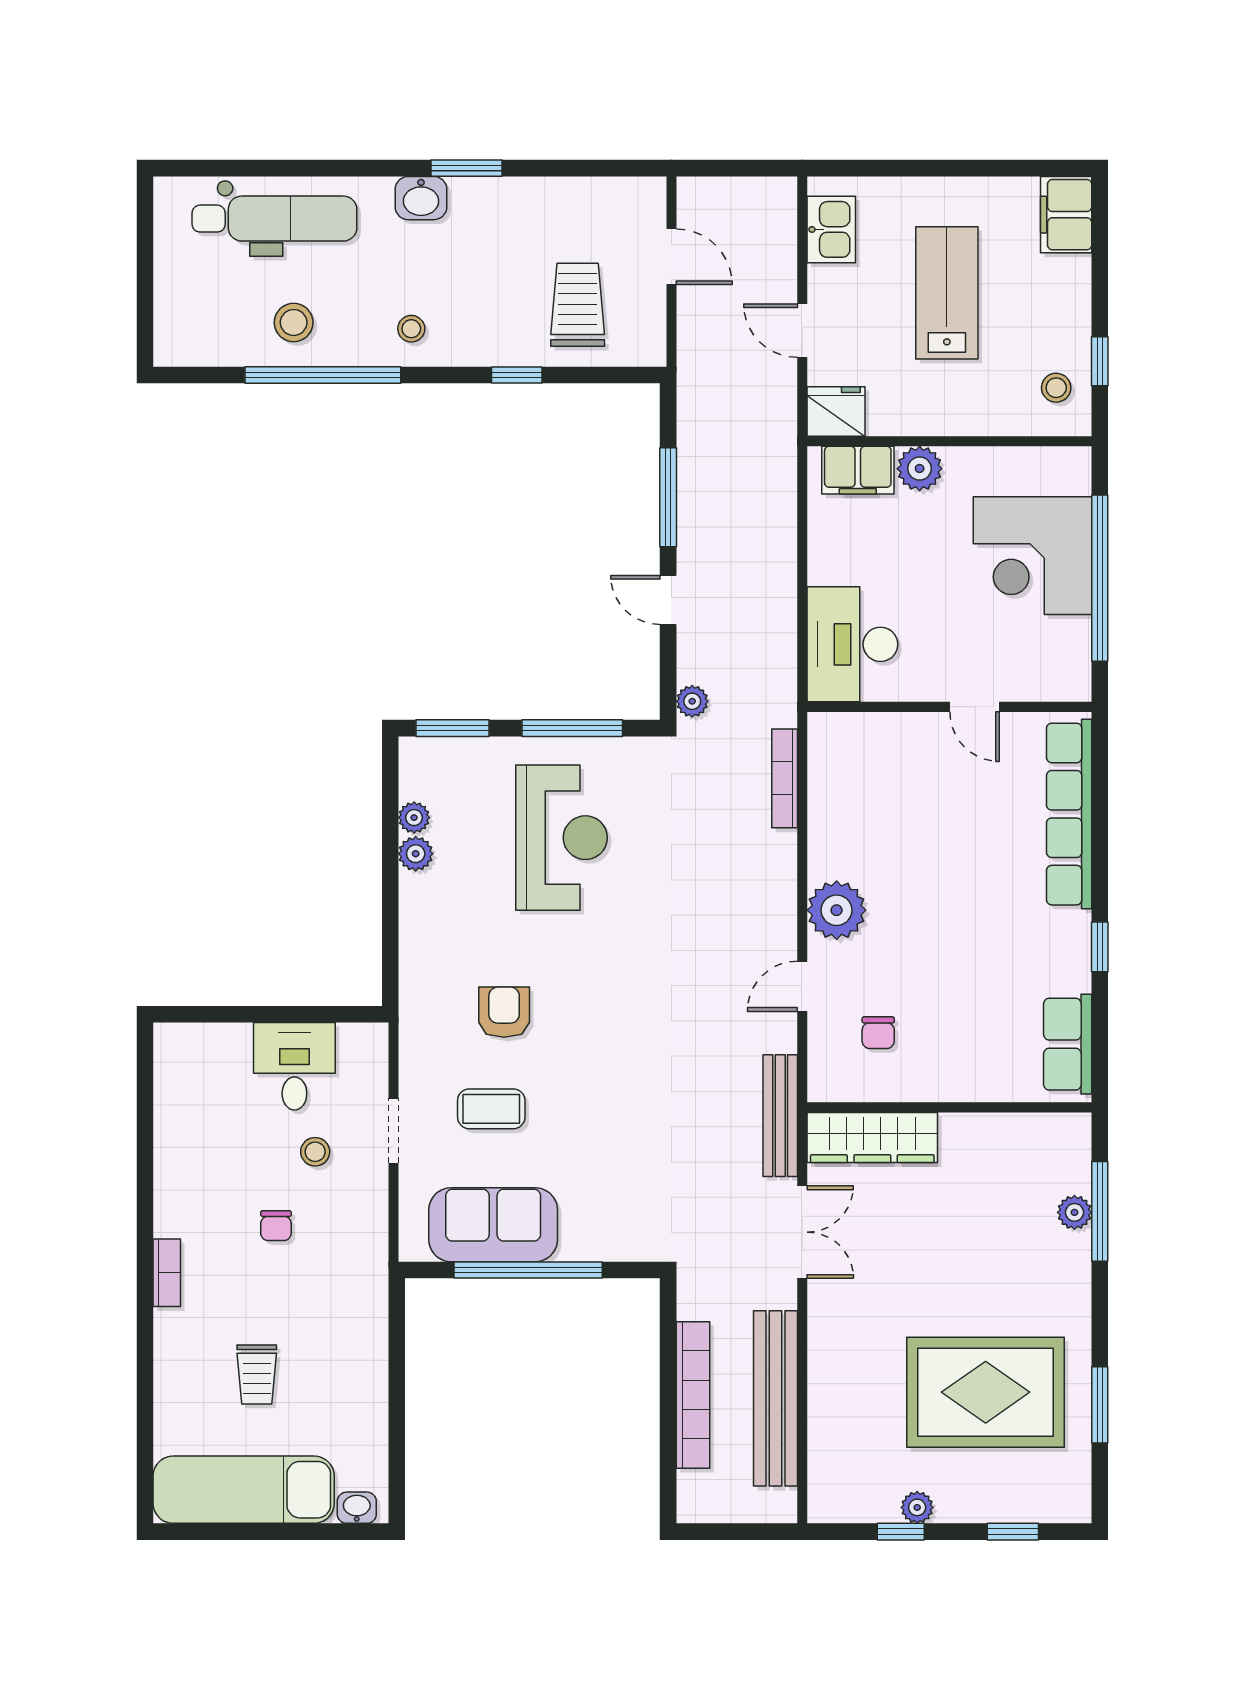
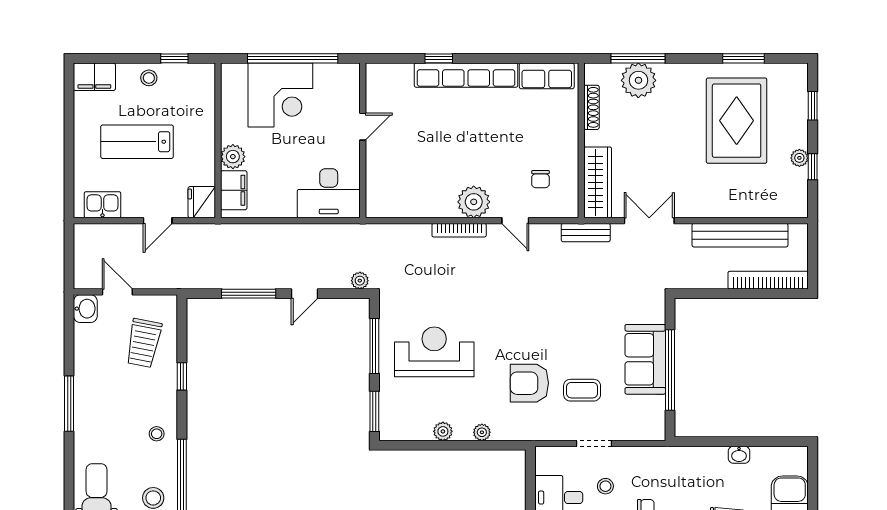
window: (467, 168) -> (69, 404), width x1.44
washbasin: (421, 198) -> (85, 309), moved
door: (671, 257) -> (117, 292), hinge flipped
trolley: (578, 305) -> (144, 343), turned -79
stool: (1056, 388) -> (149, 78), moved
bookcase: (785, 778) -> (459, 230), moved
row of seats: (1069, 814) -> (466, 75), moved
plant: (414, 818) -> (482, 432), moved
window: (1100, 947) -> (439, 58), moved
armchair: (504, 1012) -> (529, 383), width x1.38, depth x1.38
chair: (878, 1033) -> (540, 179), turned 90
coffee table: (491, 1109) -> (582, 390), turned 90
bench: (780, 1116) -> (586, 233), width x0.73
shoe rack: (1010, 1126) -> (591, 107), added
plant: (1074, 1212) -> (638, 80), width x1.88, depth x1.88
sofa: (493, 1225) -> (645, 359), moved
bookcase: (693, 1395) -> (768, 280), moved
washbasin: (357, 1508) -> (739, 455), moved, turned -90

